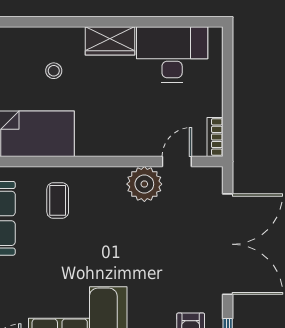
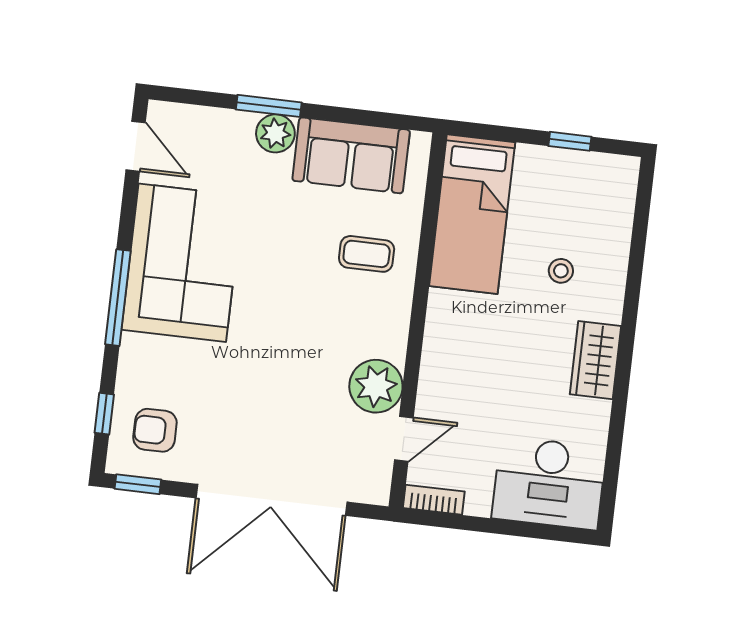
desk: (172, 54) -> (549, 483), moved, turned 90
door: (177, 162) -> (404, 439), hinge flipped

